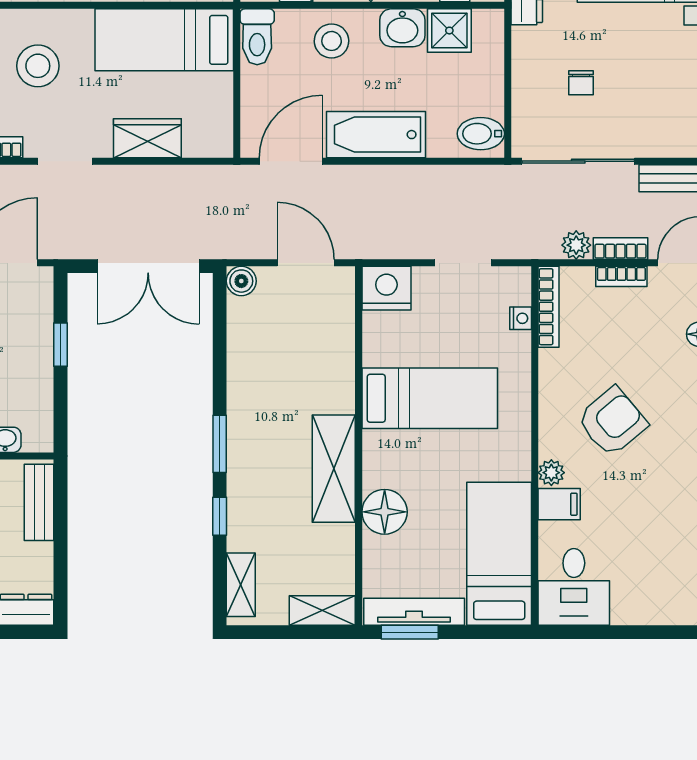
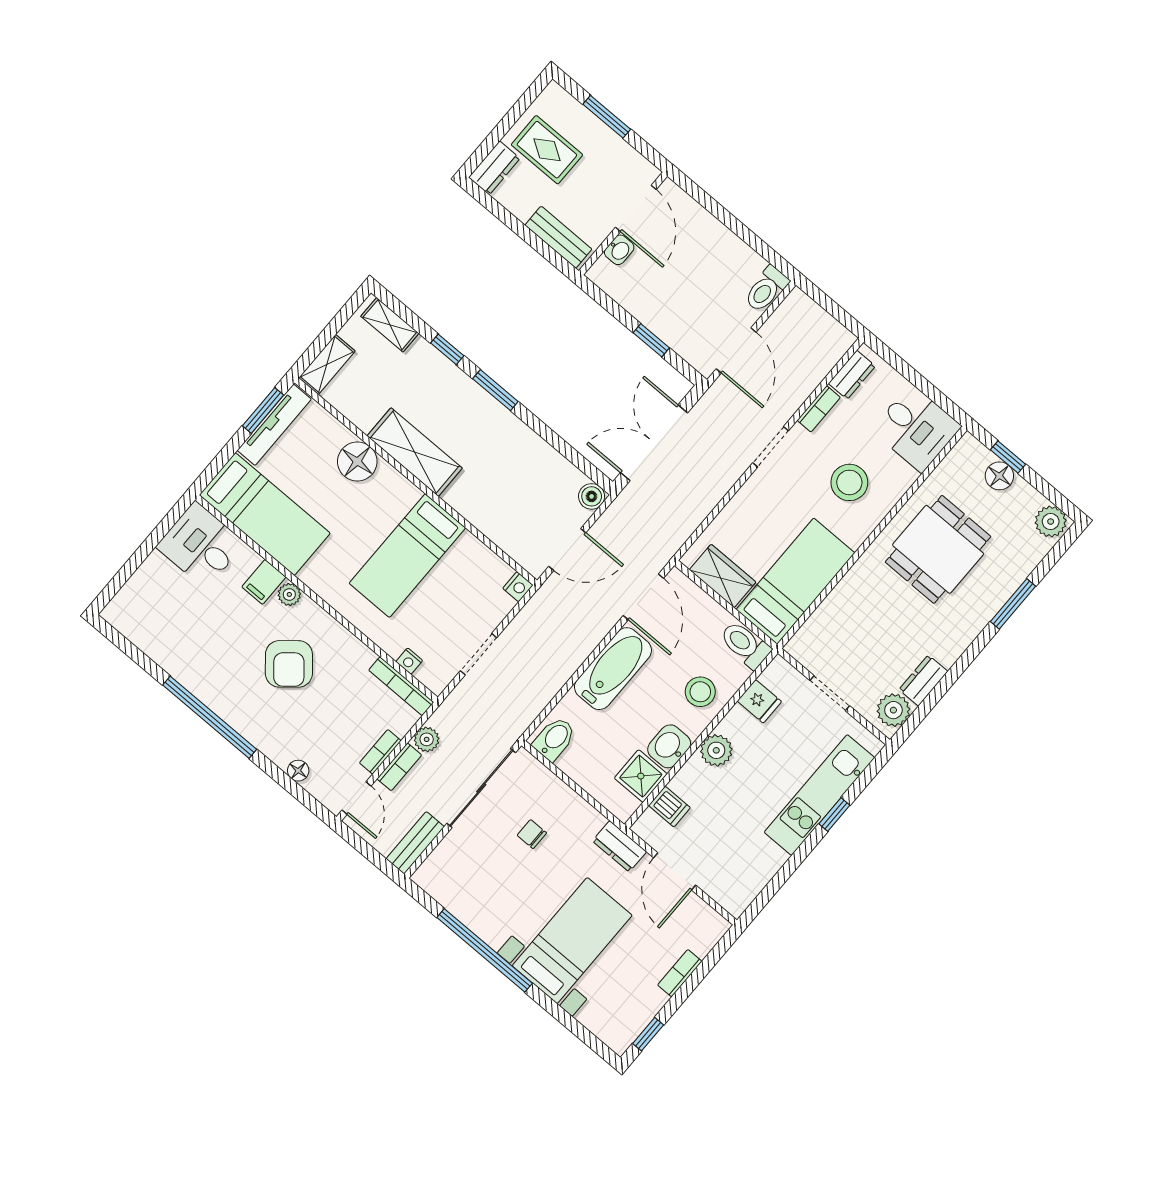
wardrobe: (147, 138) -> (723, 576), moved, turned -90
nightstand: (386, 288) -> (518, 587), width x0.53, depth x0.56

